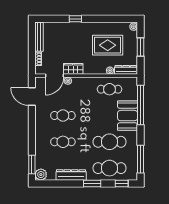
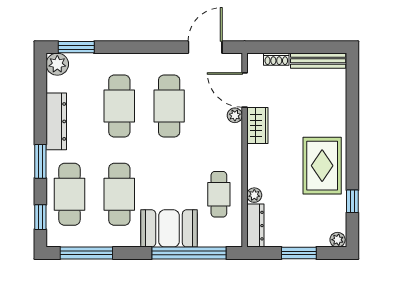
window: (75, 19) -> (352, 201), moved
rug: (108, 45) -> (322, 166), moved
cafe table: (63, 116) -> (169, 106), width x1.37, depth x1.35
cafe table: (63, 142) -> (119, 106), width x1.37, depth x1.35

